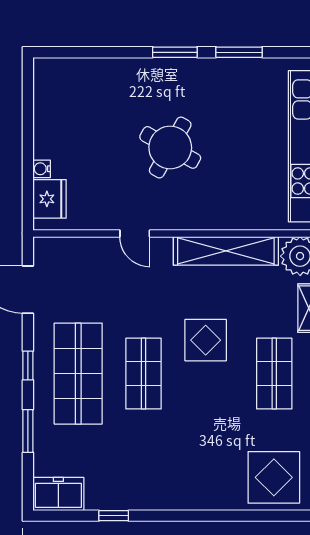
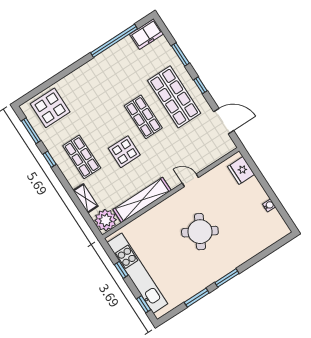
water cooler: (42, 169) -> (269, 205), moved
window: (114, 516) -> (114, 41), width x3.17

